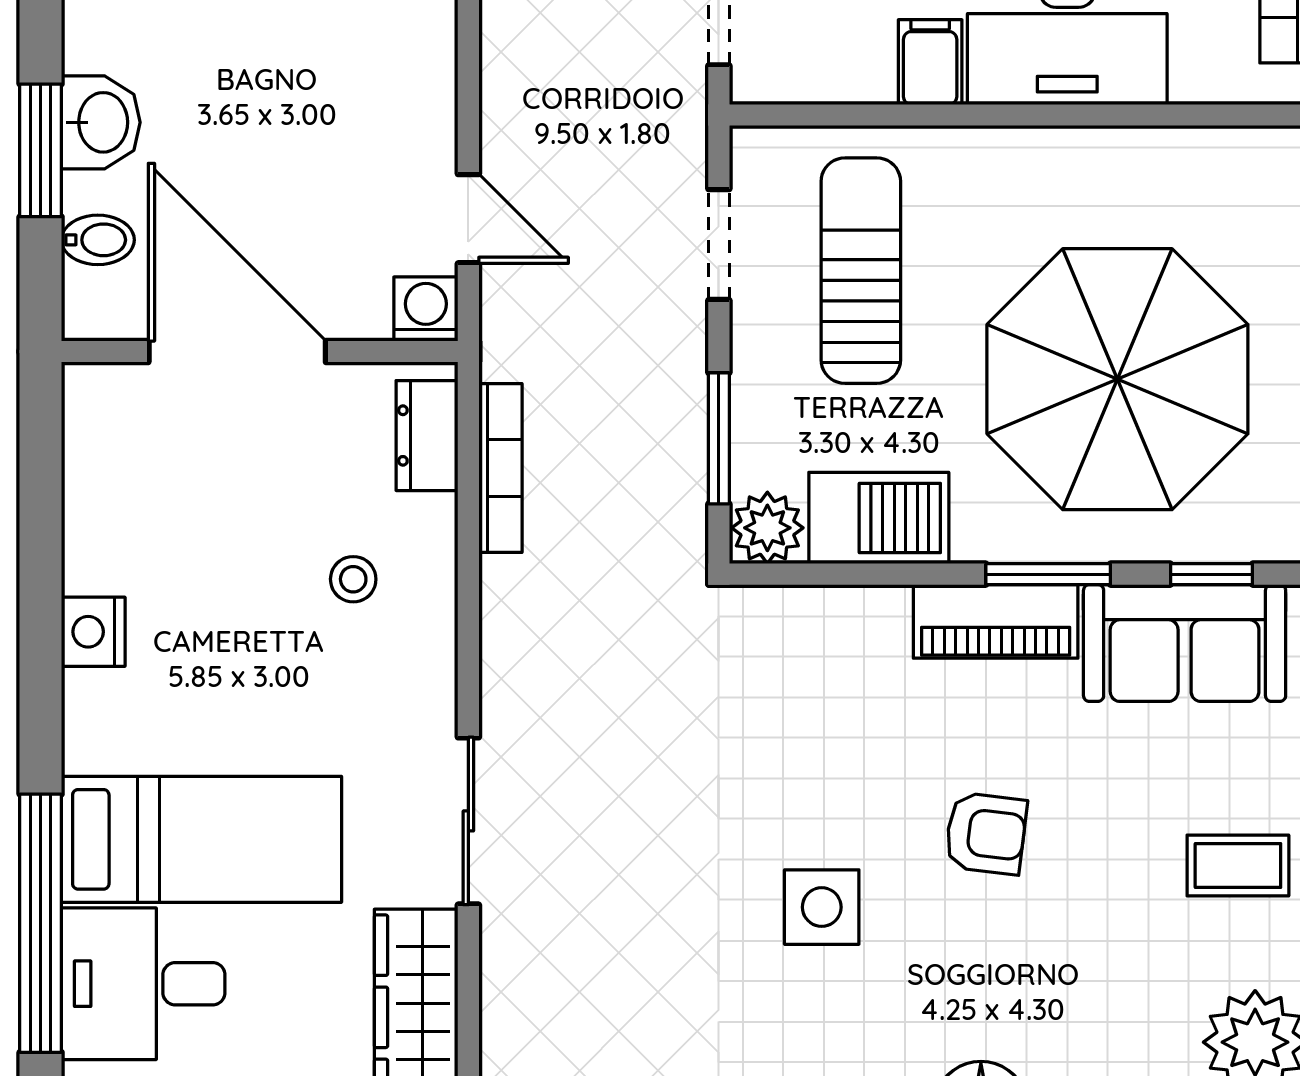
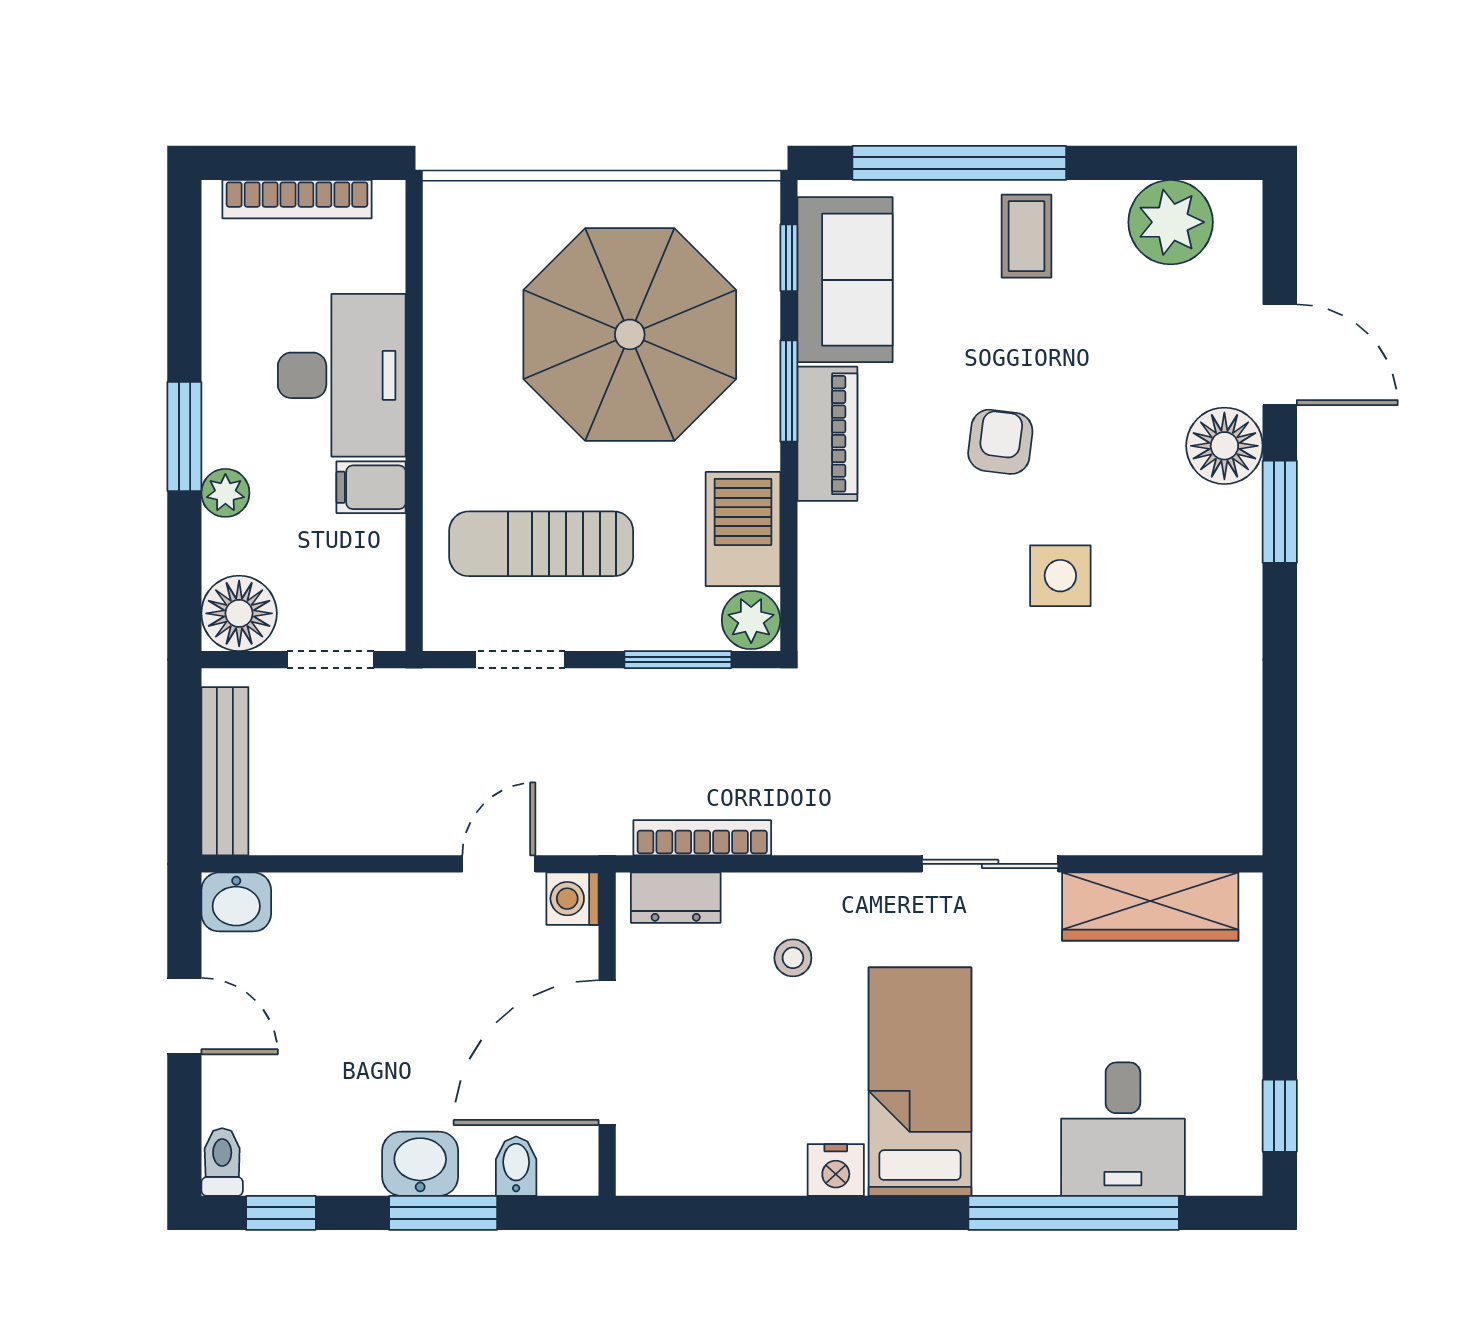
bed: (201, 839) -> (920, 1082), moved

